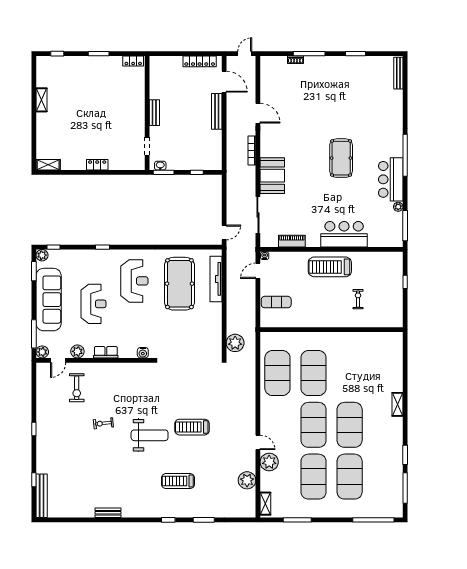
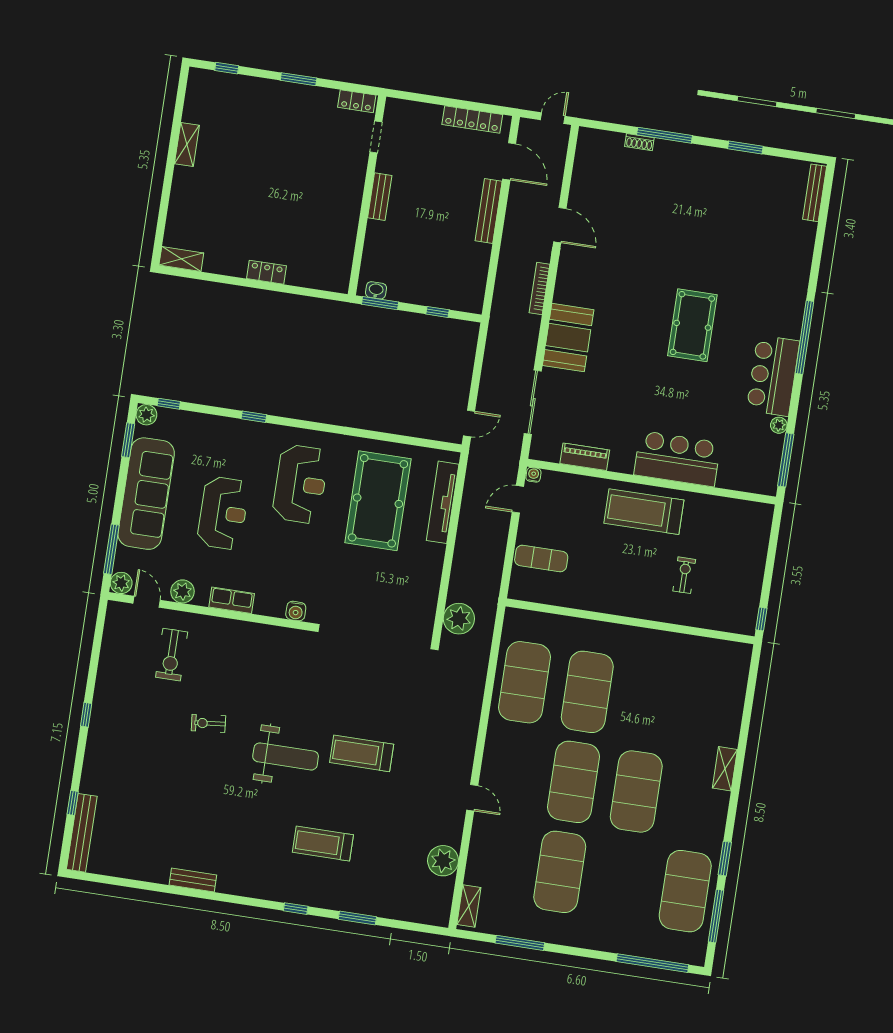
doorway: (147, 146) -> (376, 137), moved
window: (405, 282) -> (761, 619), moved
door: (58, 360) -> (147, 602), swing flipped
plant: (269, 462) -> (487, 835), removed
exercise mat: (350, 477) -> (685, 891), moved

